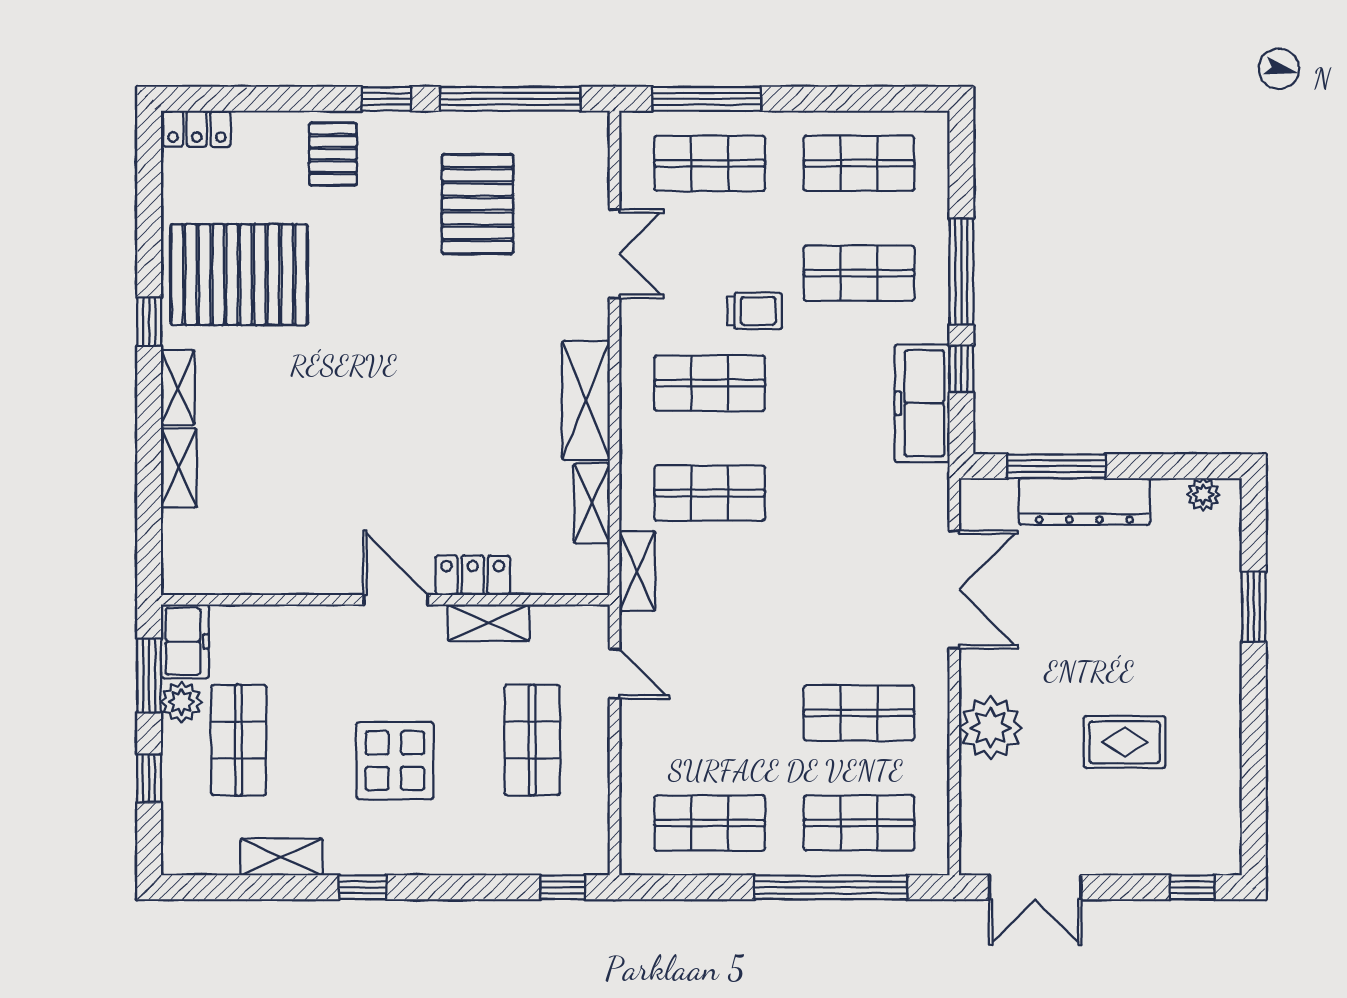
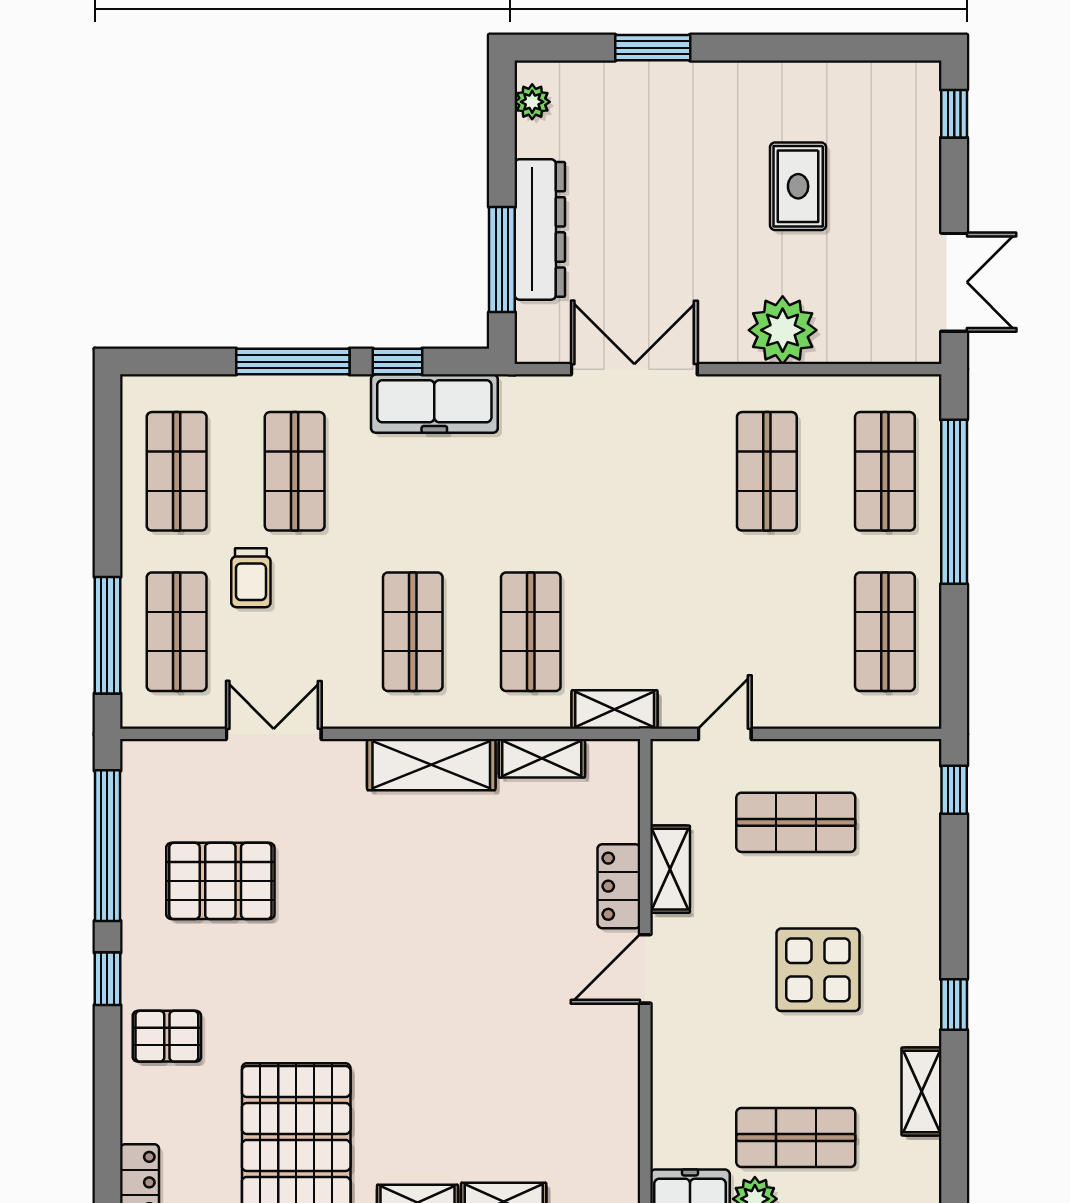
trolley: (754, 311) -> (251, 578), moved, turned 180

